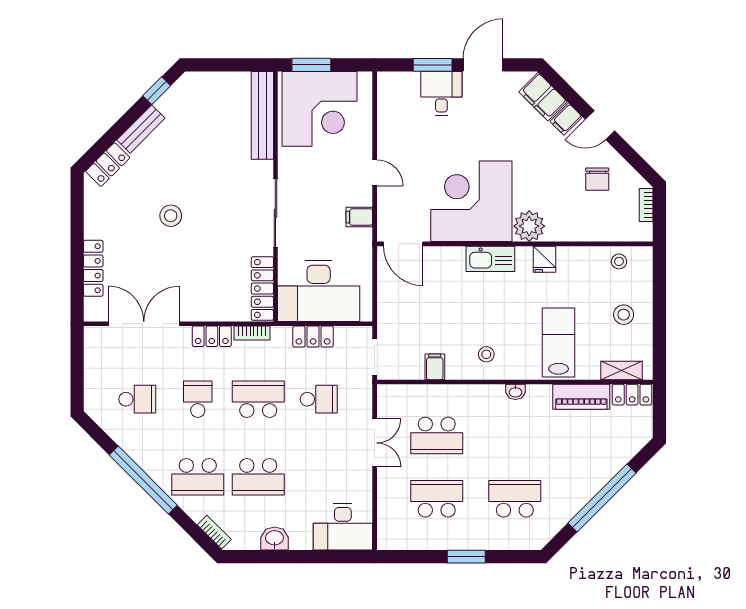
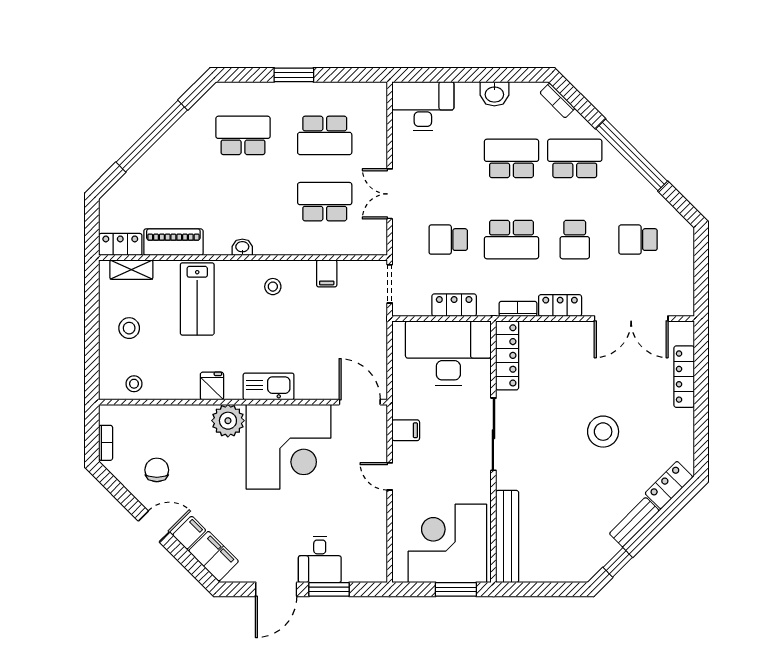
stool: (171, 216) -> (603, 432), width x1.38, depth x1.38
school desk: (515, 499) -> (243, 135), turned 180

